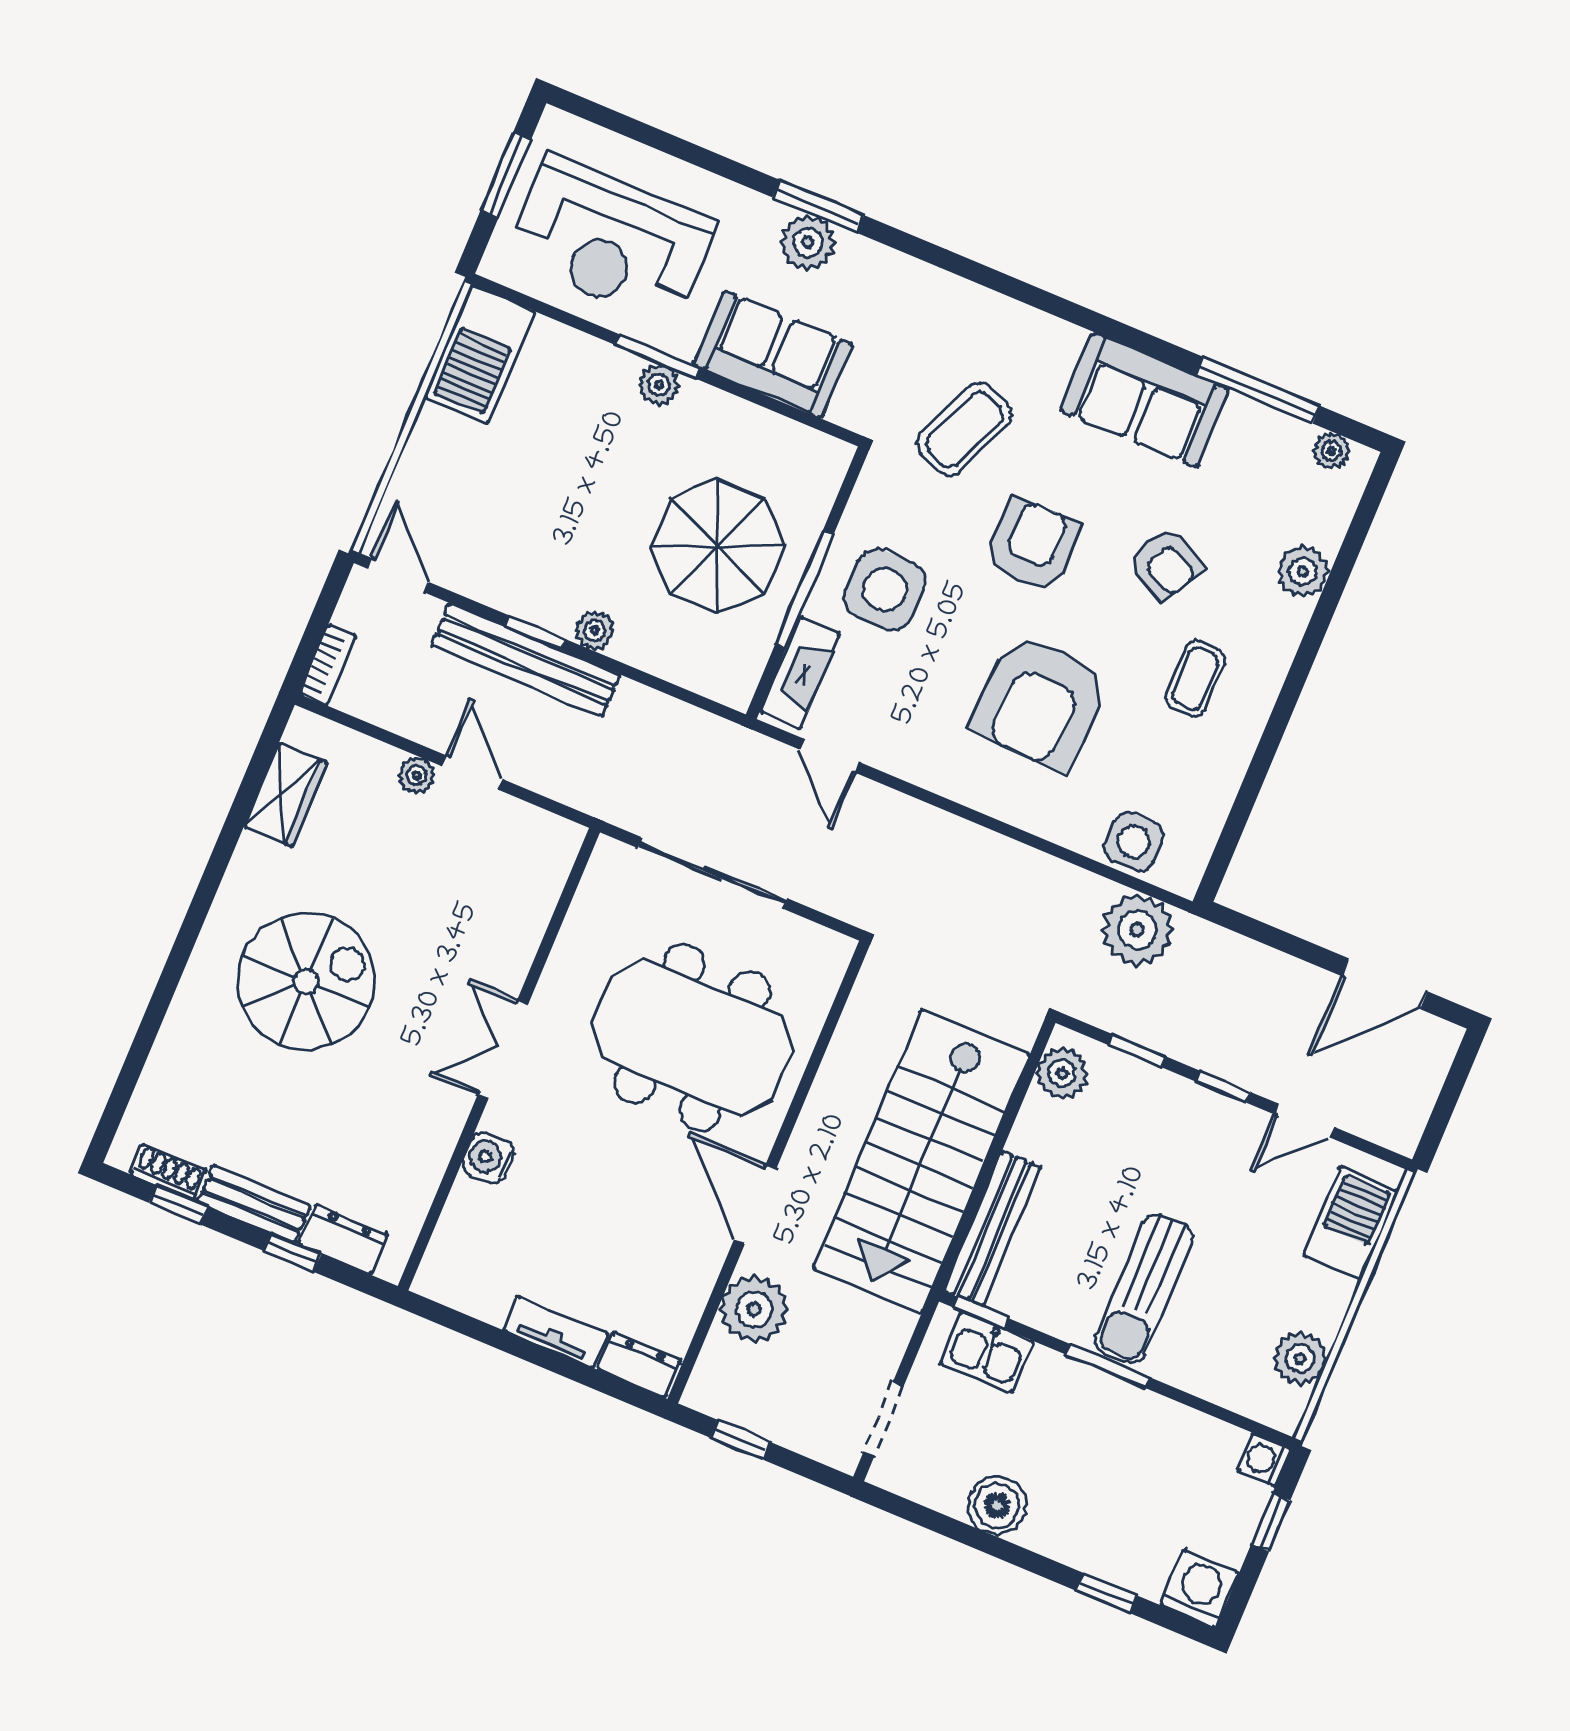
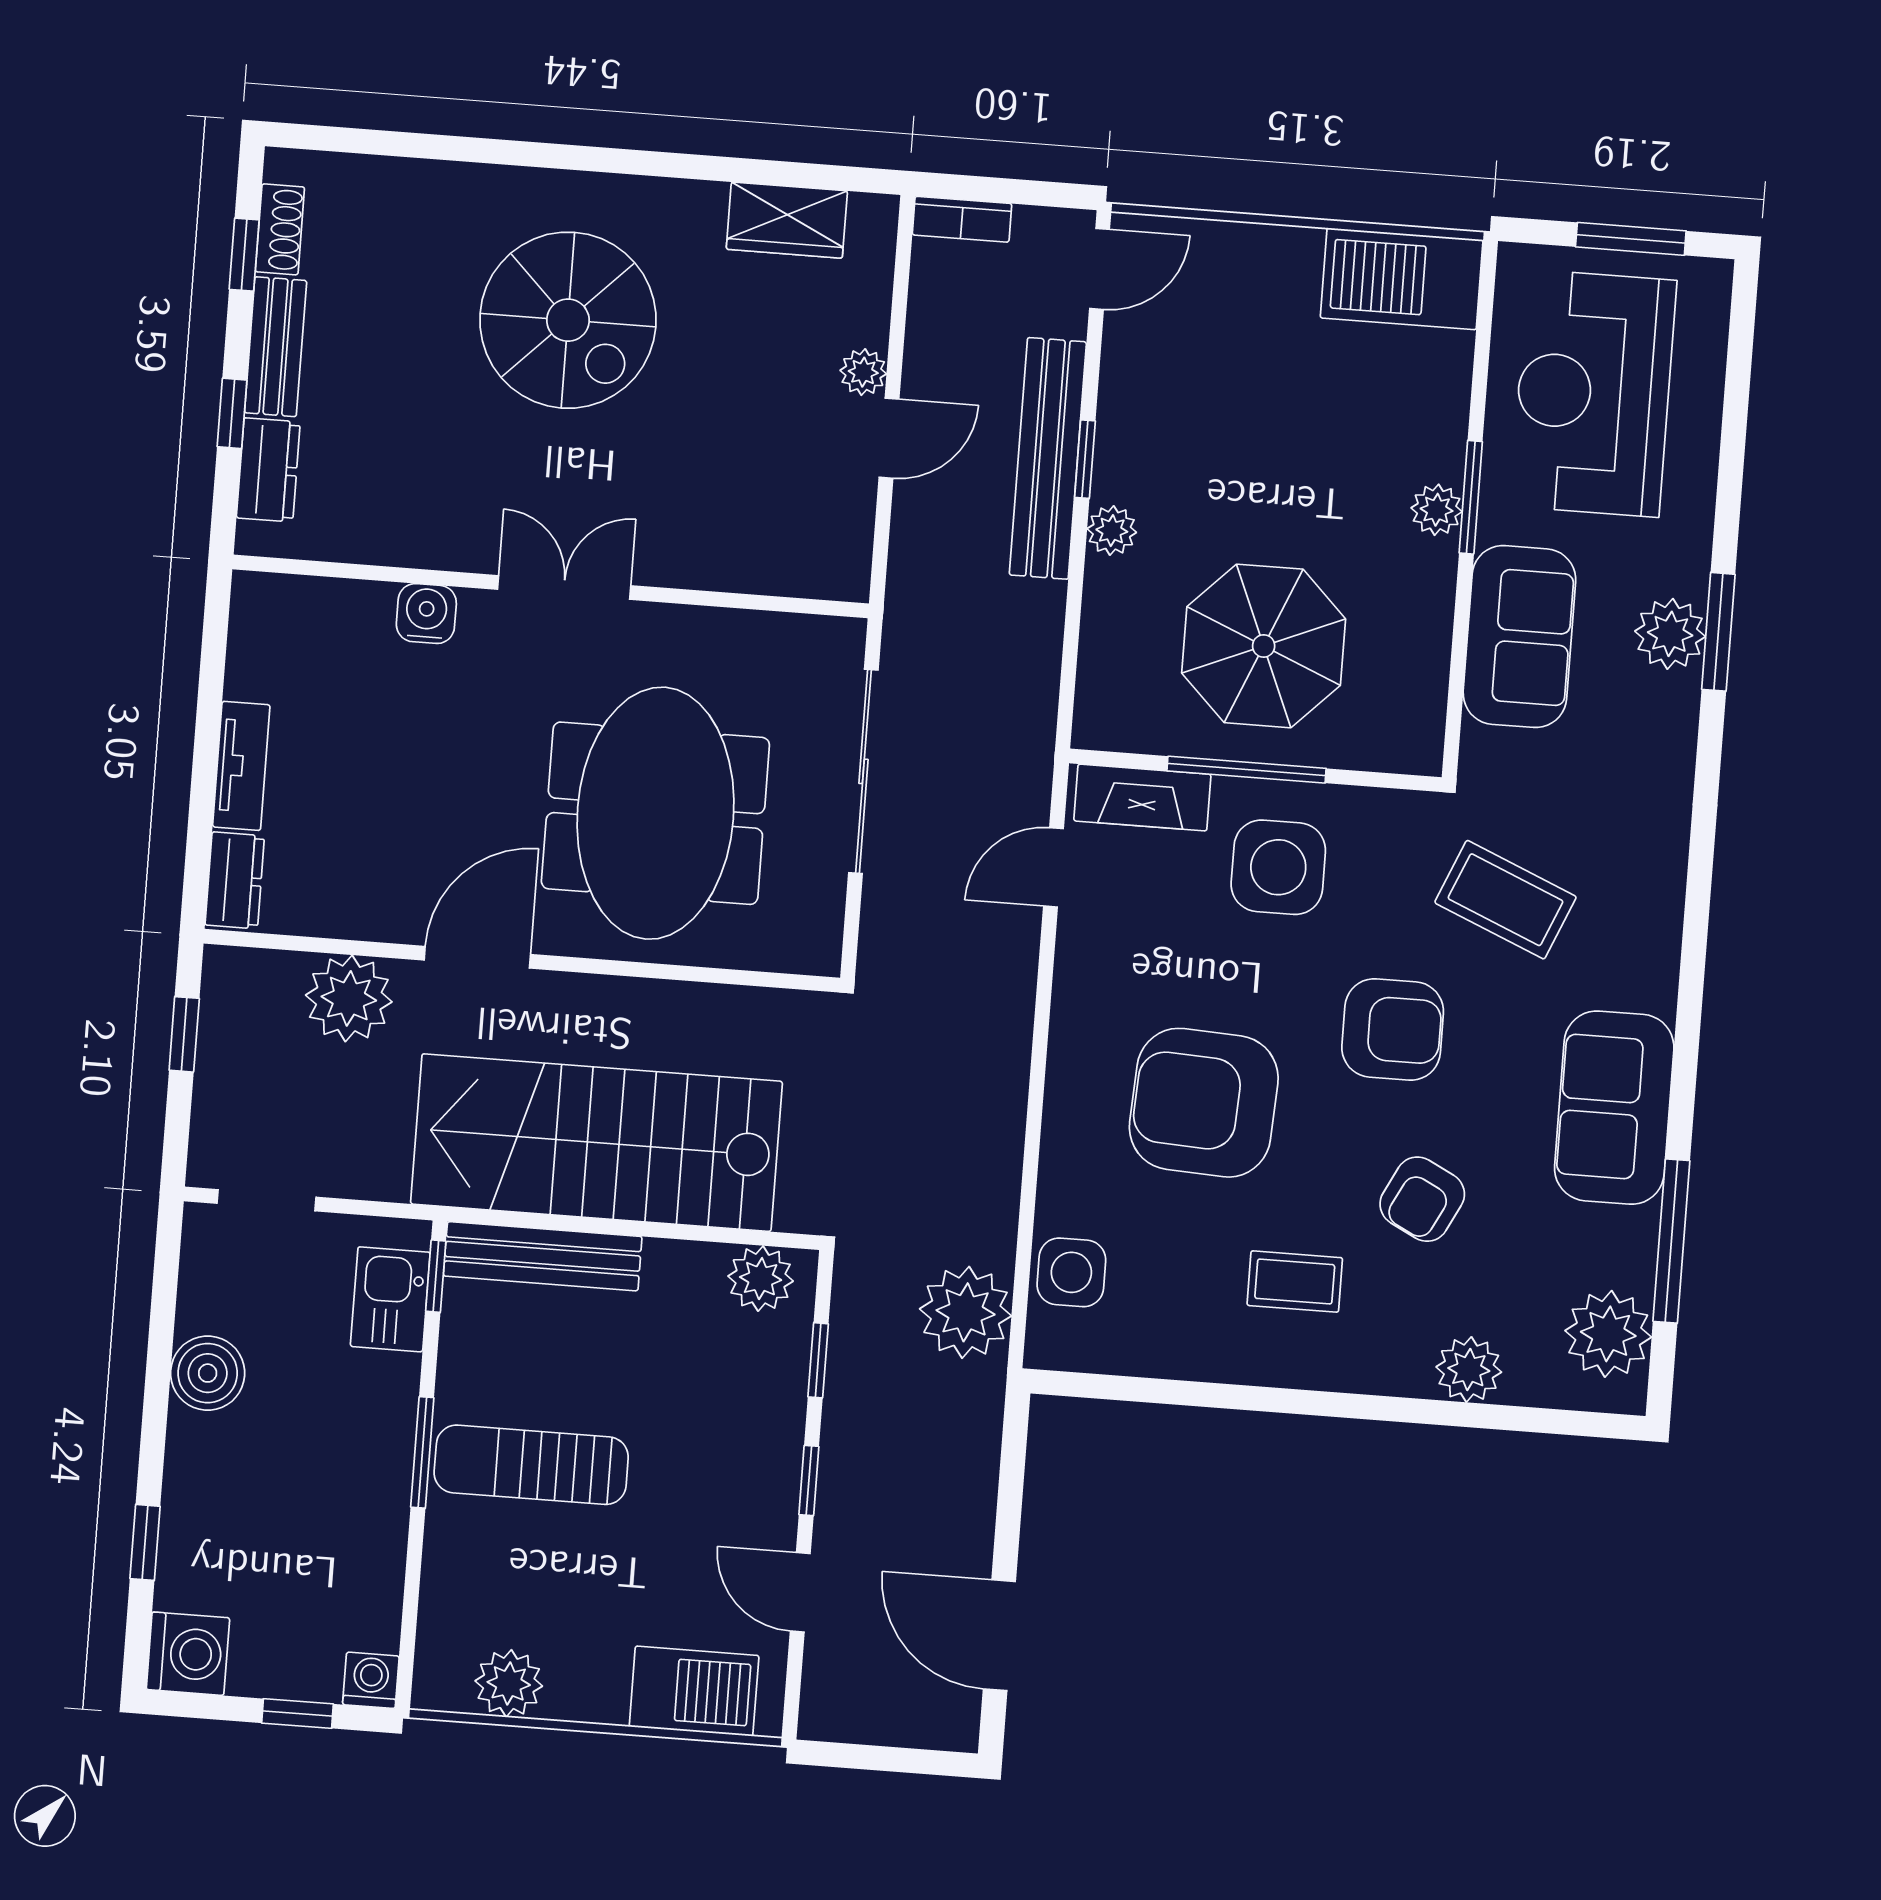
plant: (1331, 451) -> (1608, 1334), width x1.87, depth x1.87

